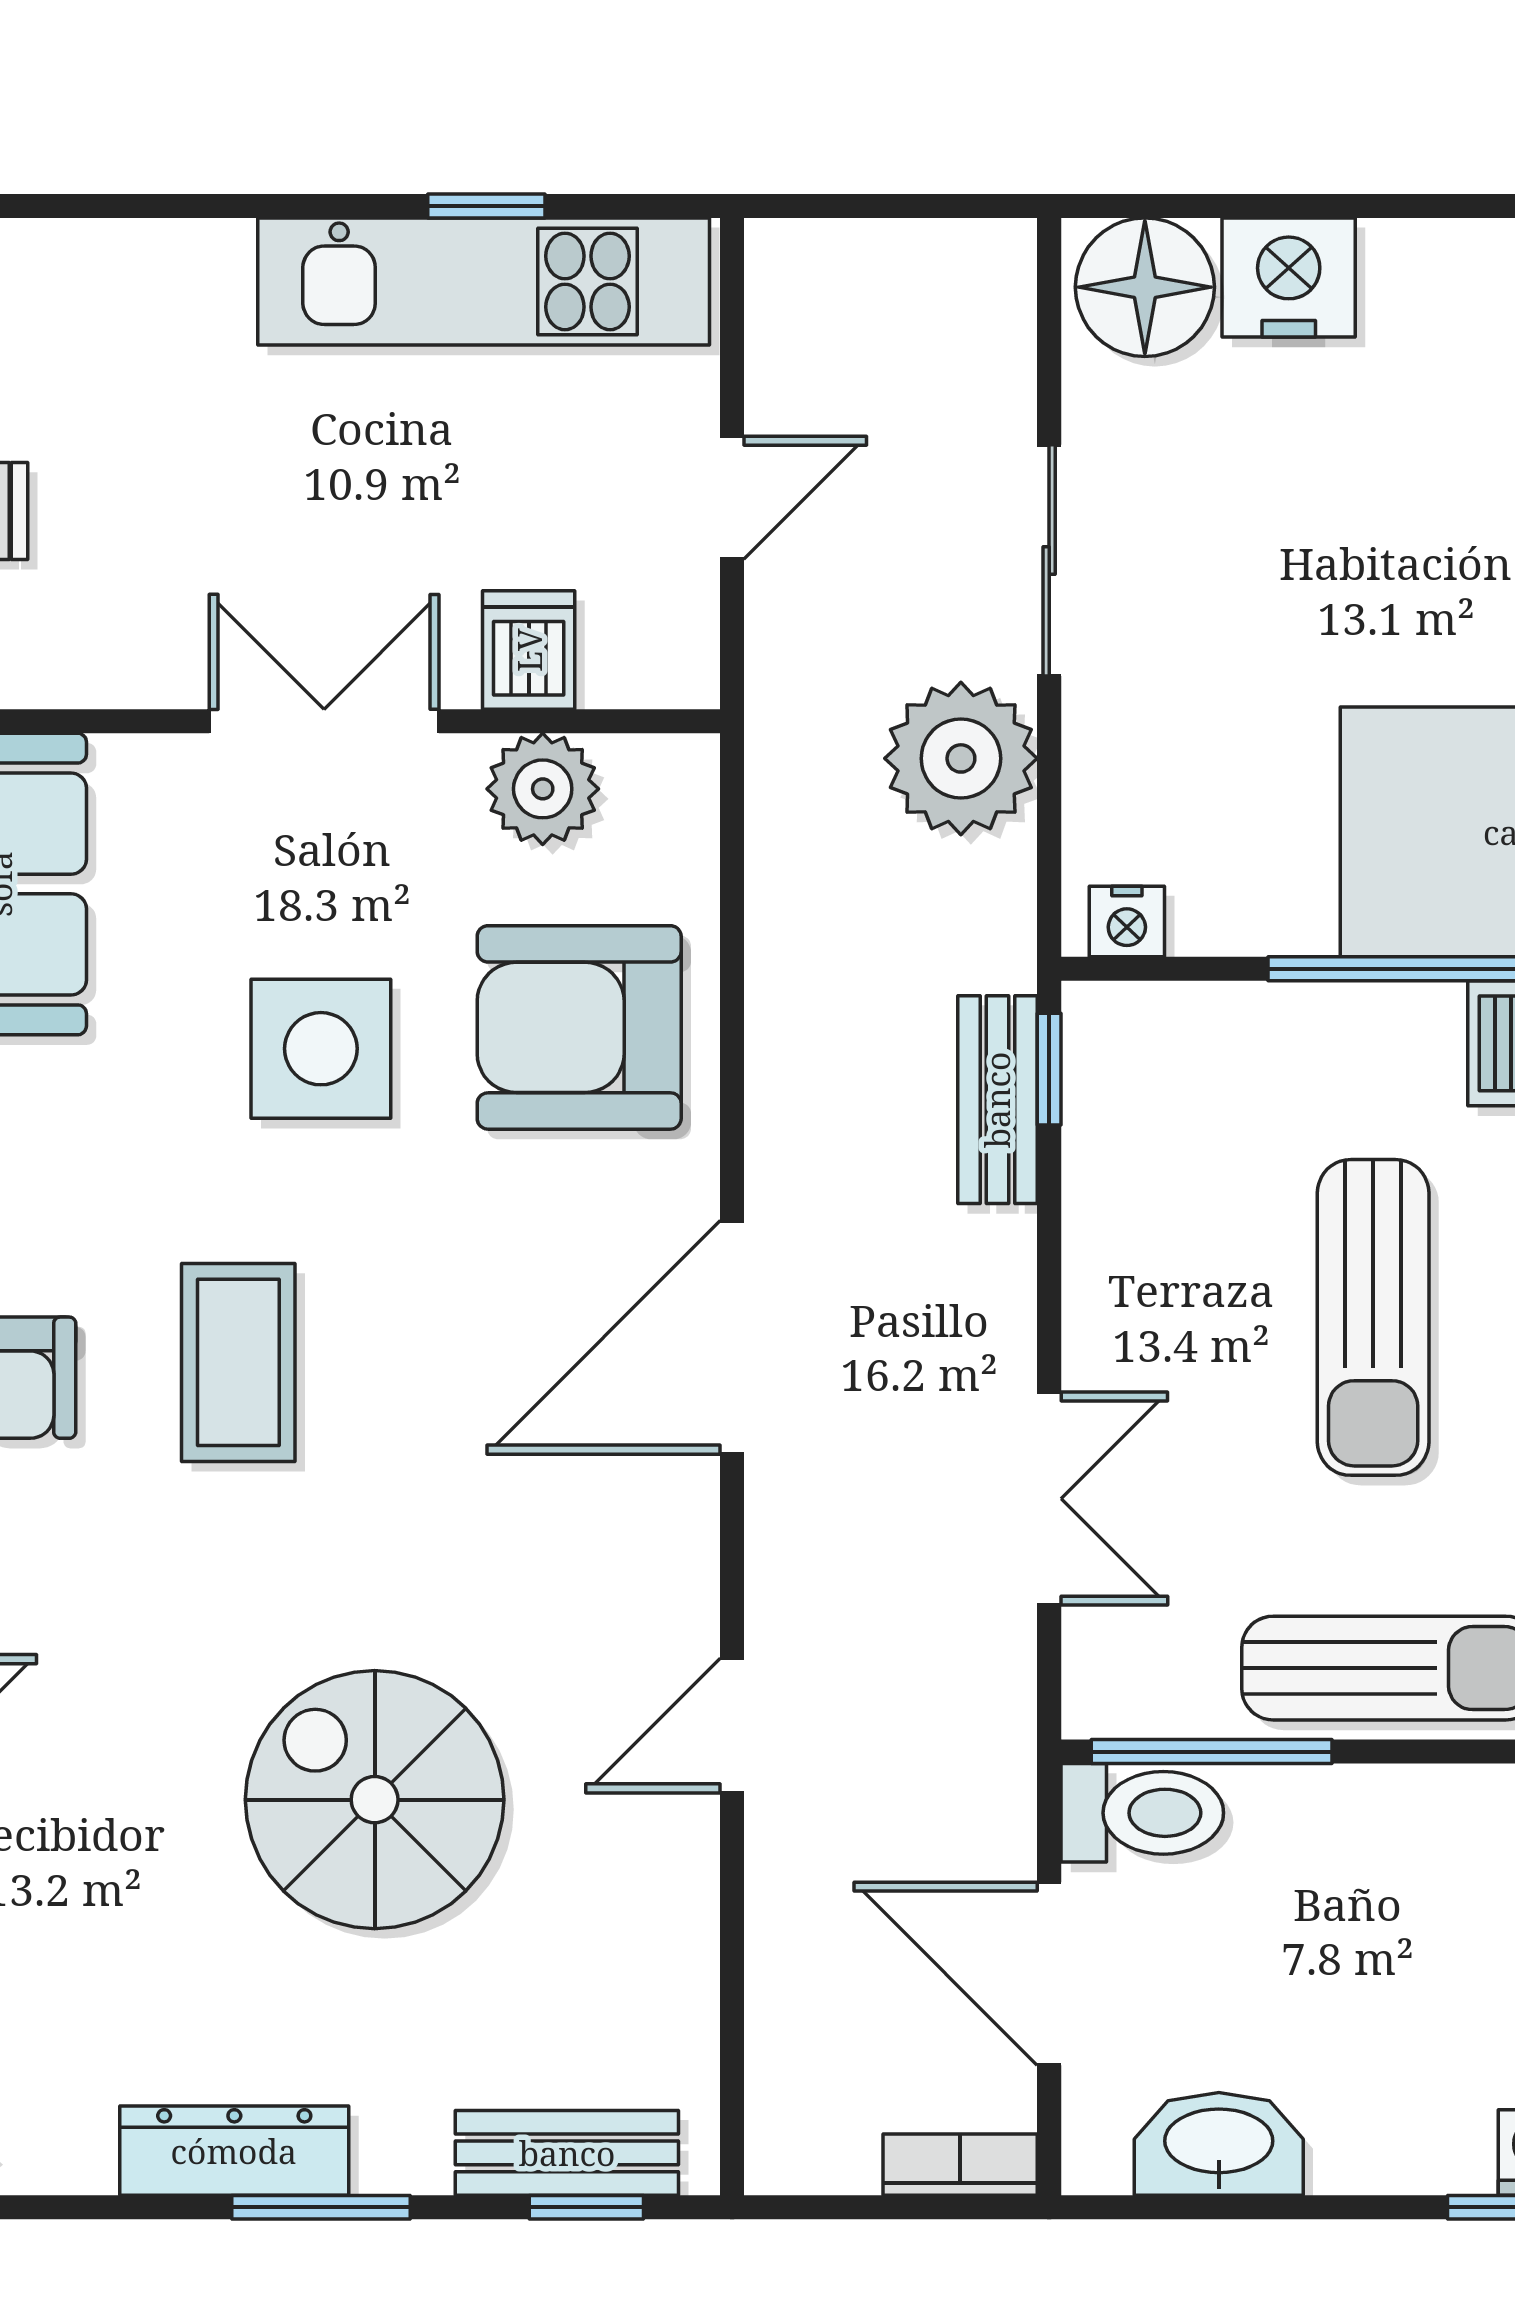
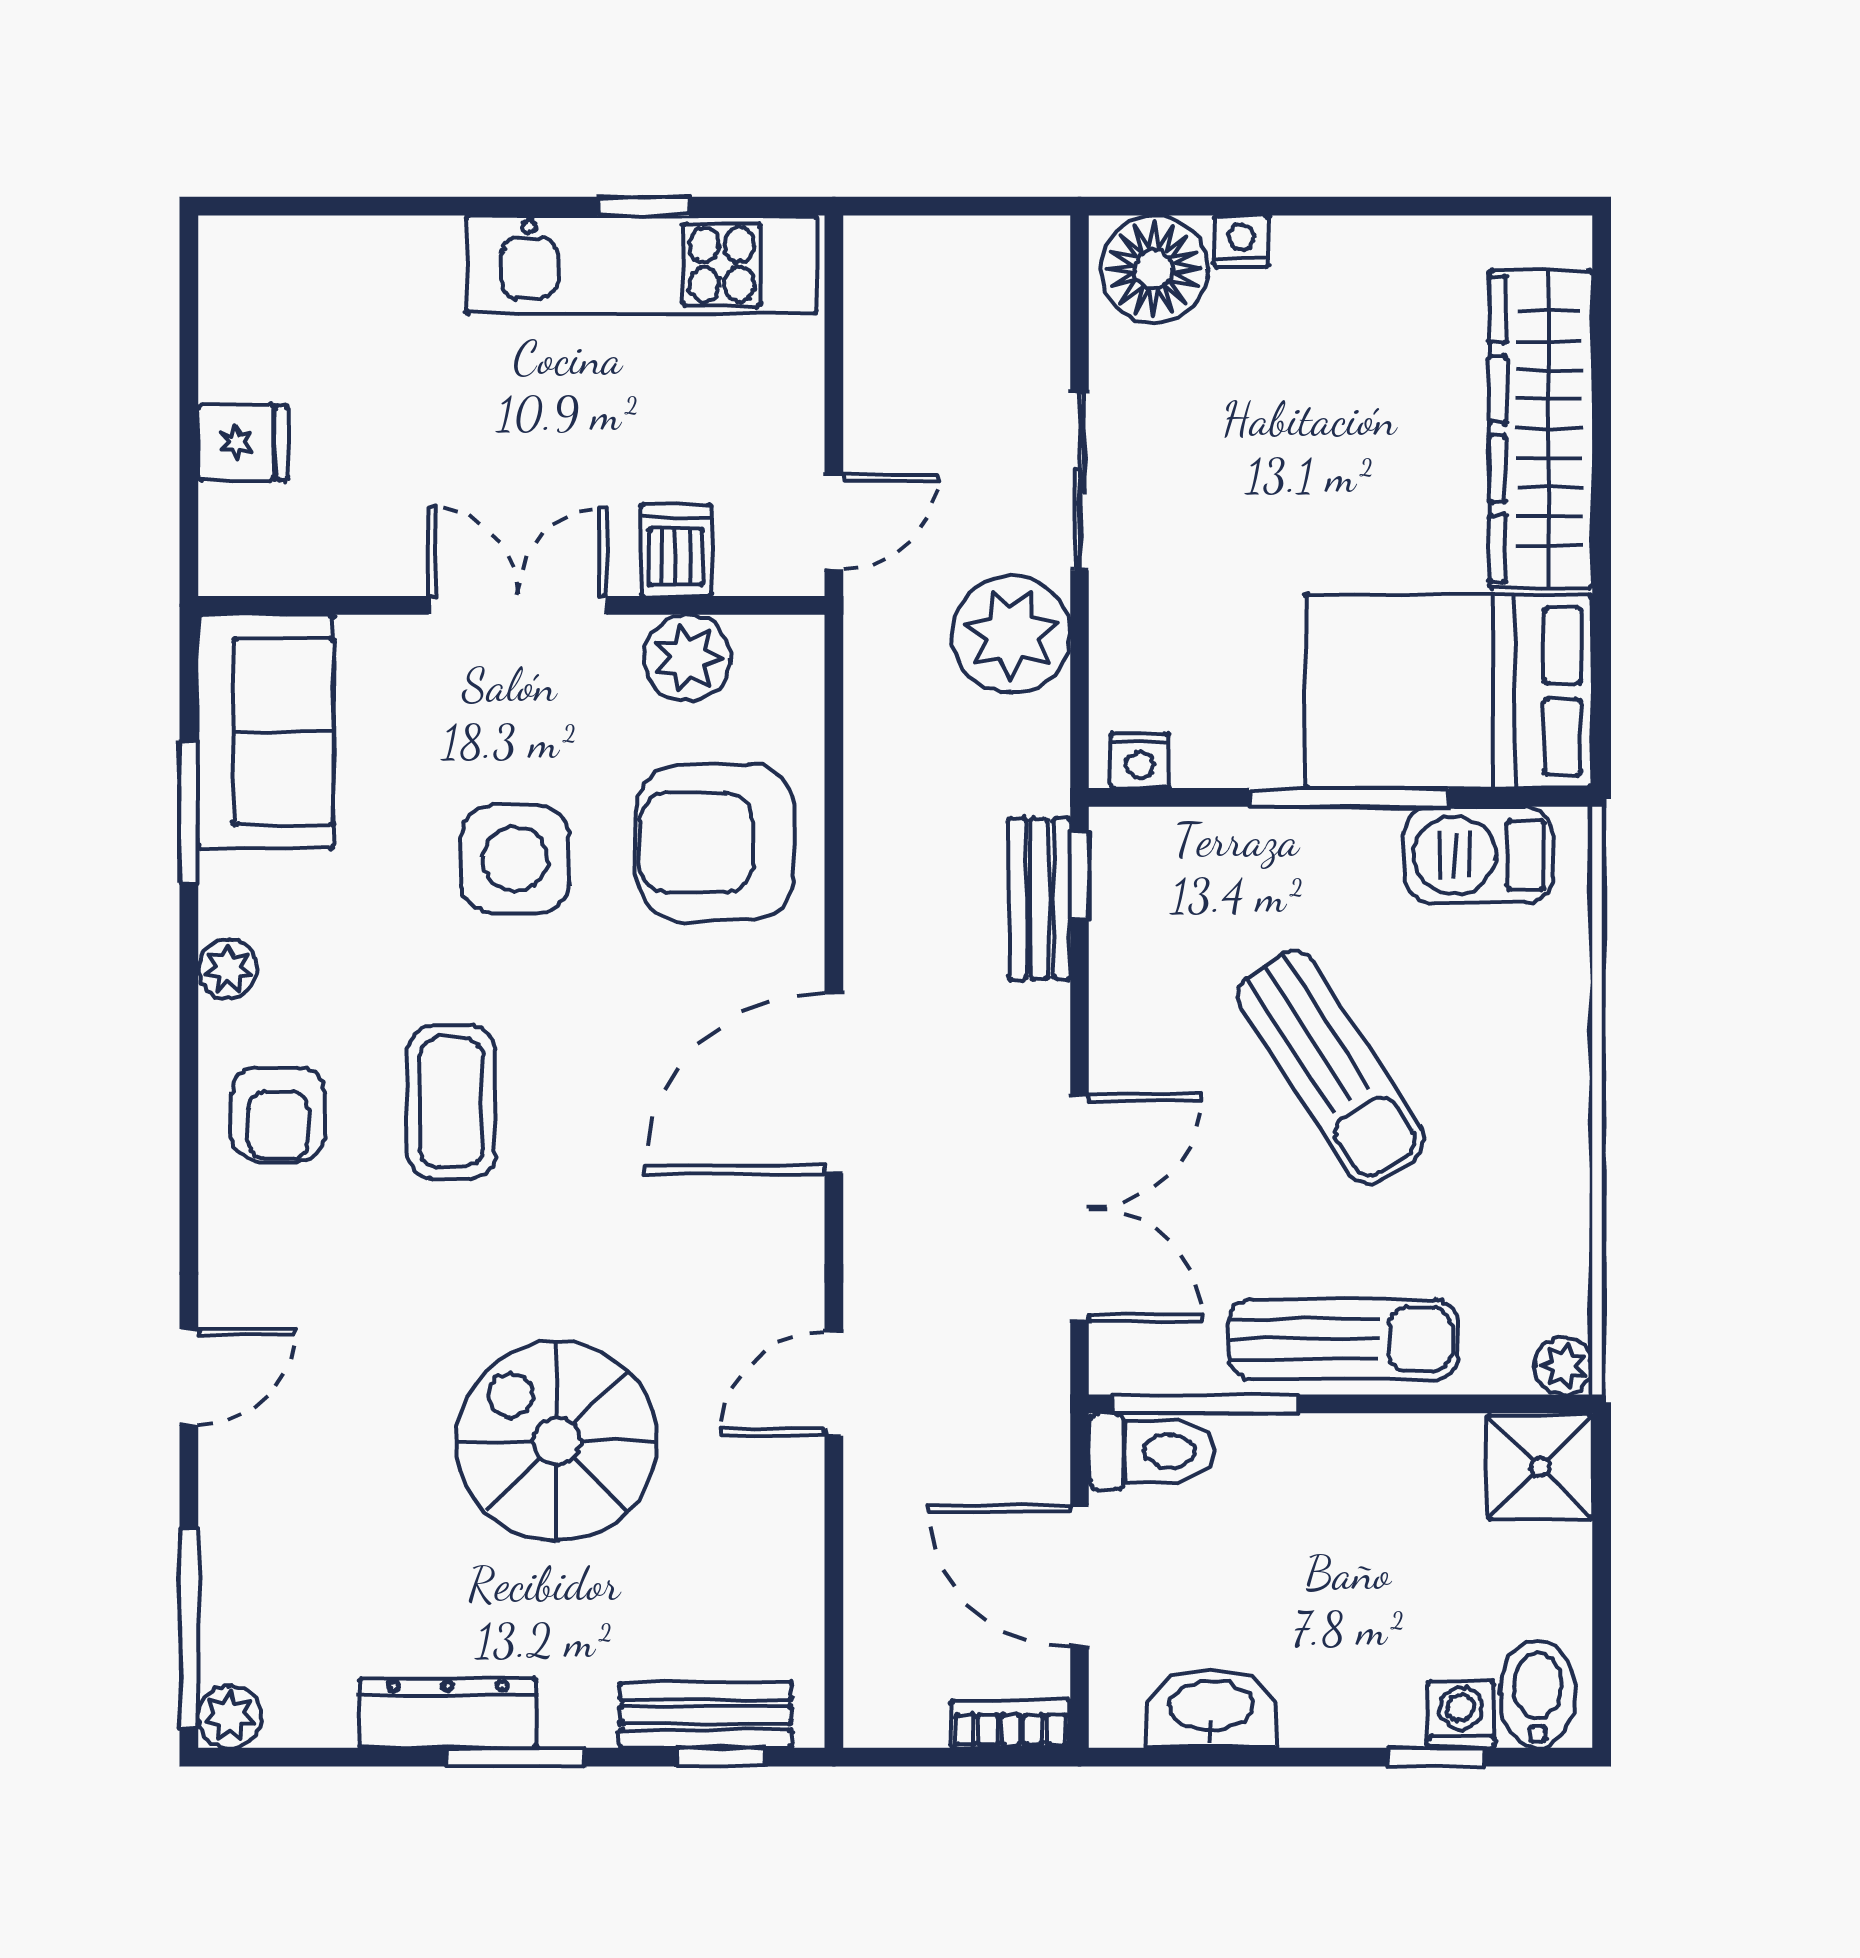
nightstand: (1289, 277) -> (1241, 241), width x0.53, depth x0.56
door: (732, 498) -> (834, 522), moved
sun lounger: (1373, 1317) -> (1331, 1067), turned -33
double door: (1049, 1499) -> (1080, 1208), width x1.37

